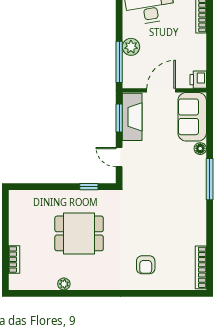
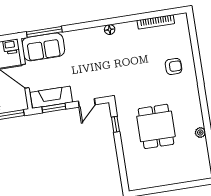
floor lamp: (200, 149) -> (110, 30), moved
window: (210, 179) -> (44, 32), moved
bookcase: (14, 259) -> (186, 177), removed
bookcase: (201, 267) -> (156, 22), moved

